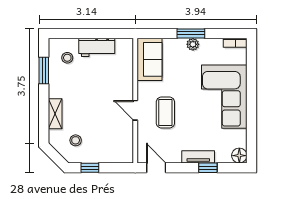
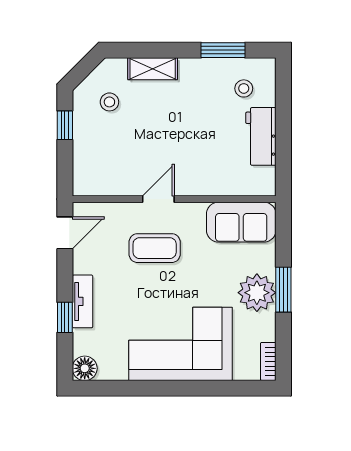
plant: (193, 44) -> (257, 293), width x1.88, depth x1.88

